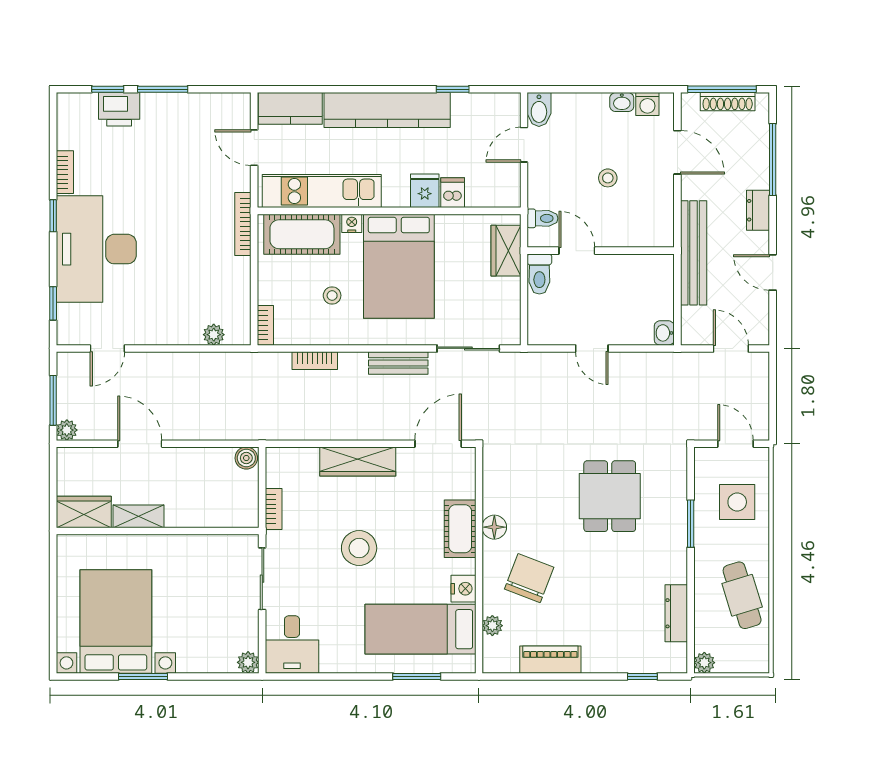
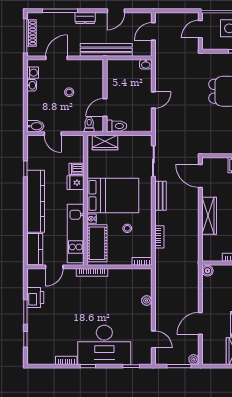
printer: (119, 109) -> (35, 298), moved
plant: (214, 335) -> (147, 301), moved

